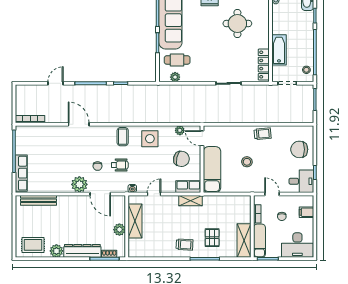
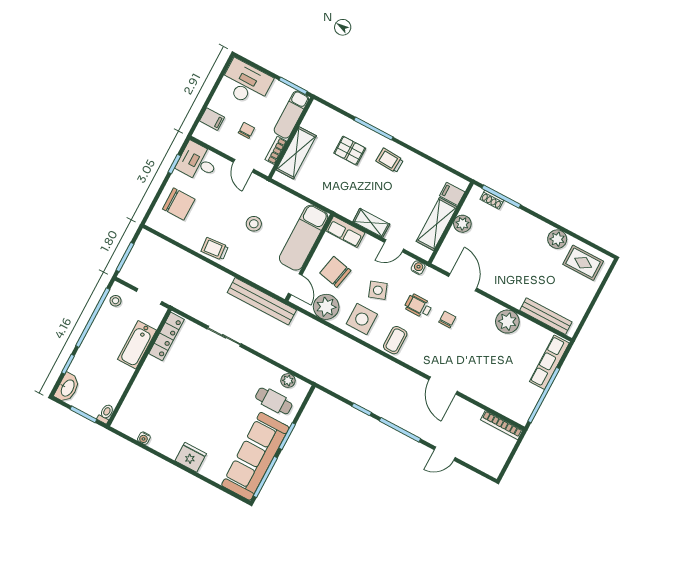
round table: (237, 23) -> (172, 407), removed
bench: (217, 117) -> (262, 301), added
plant: (180, 130) -> (326, 307), width x1.88, depth x1.88
side table: (150, 161) -> (378, 290), added
plant: (79, 184) -> (507, 322), moved
shelving: (190, 201) -> (371, 223), moved
pallet: (212, 238) -> (350, 151), turned 90
shelving: (244, 241) -> (296, 153), moved
filing cabinet: (135, 245) -> (452, 194), added
dresser: (82, 251) -> (524, 222), removed

